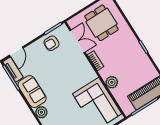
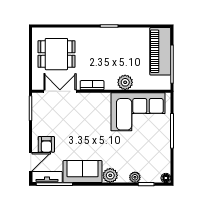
armchair: (51, 43) -> (46, 144), moved
door: (16, 52) -> (31, 162), hinge flipped

